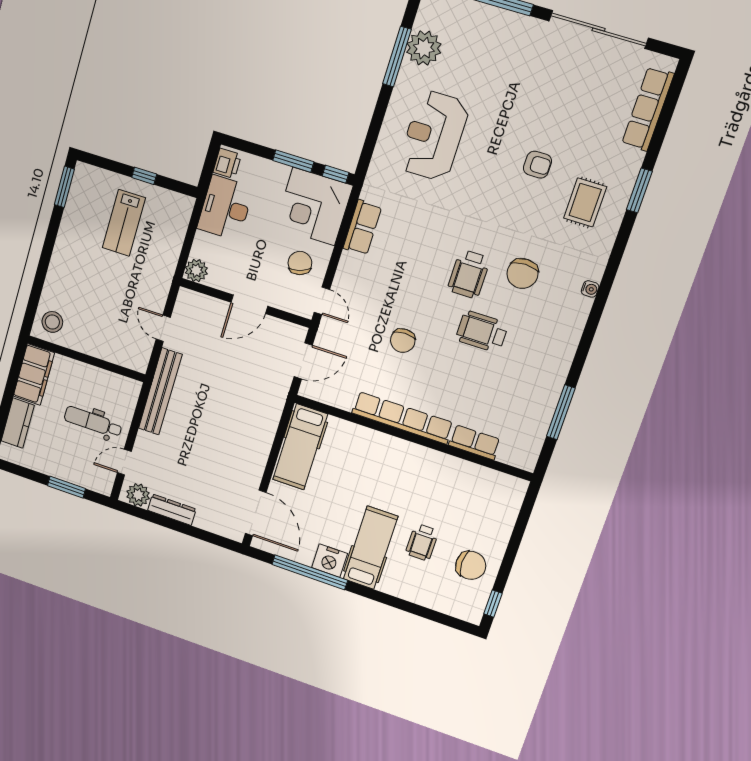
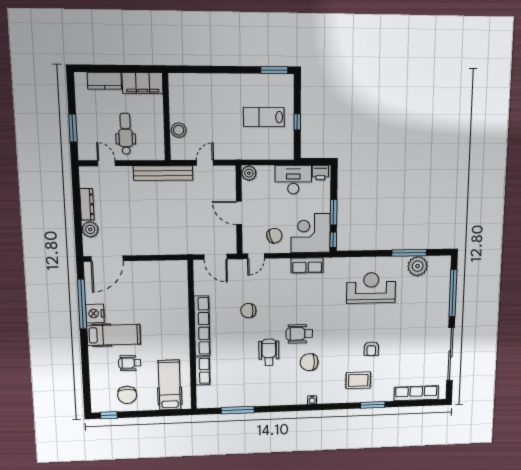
stool: (52, 322) -> (179, 130), moved
hospital bed: (300, 447) -> (169, 385), moved, turned 90
plant: (138, 495) -> (90, 229), moved

